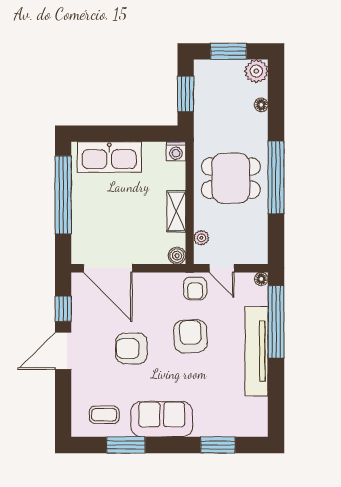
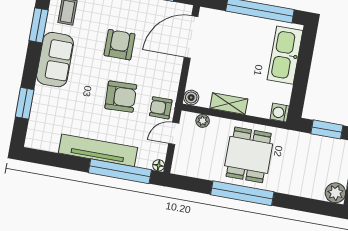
floor lamp: (261, 105) -> (306, 192), removed

